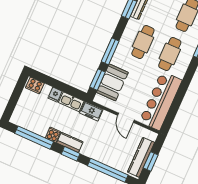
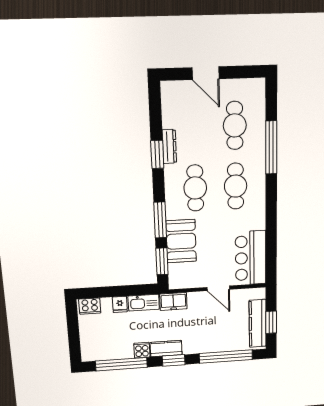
booth: (112, 82) -> (181, 241), moved
bar counter: (161, 101) -> (251, 258), width x0.73

